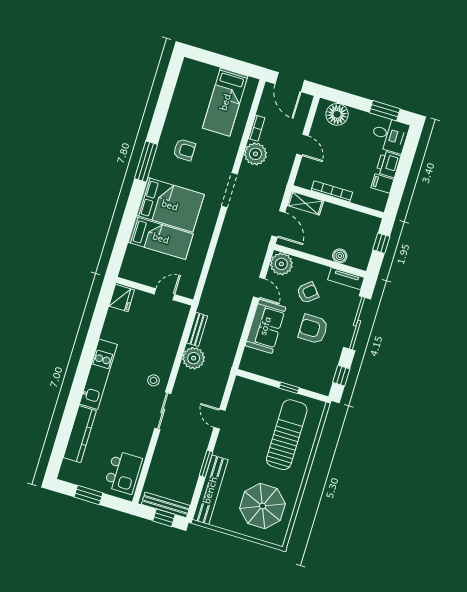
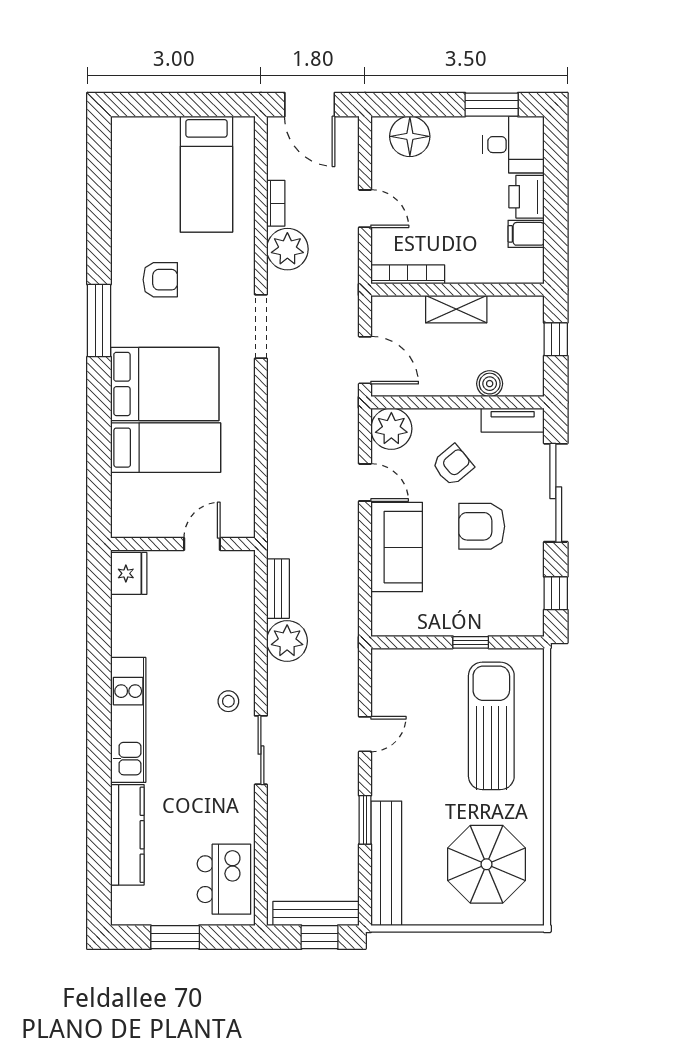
bookcase: (332, 191) -> (408, 274), moved
shelving: (305, 203) -> (456, 309), moved
door: (220, 419) -> (365, 734), swing flipped

